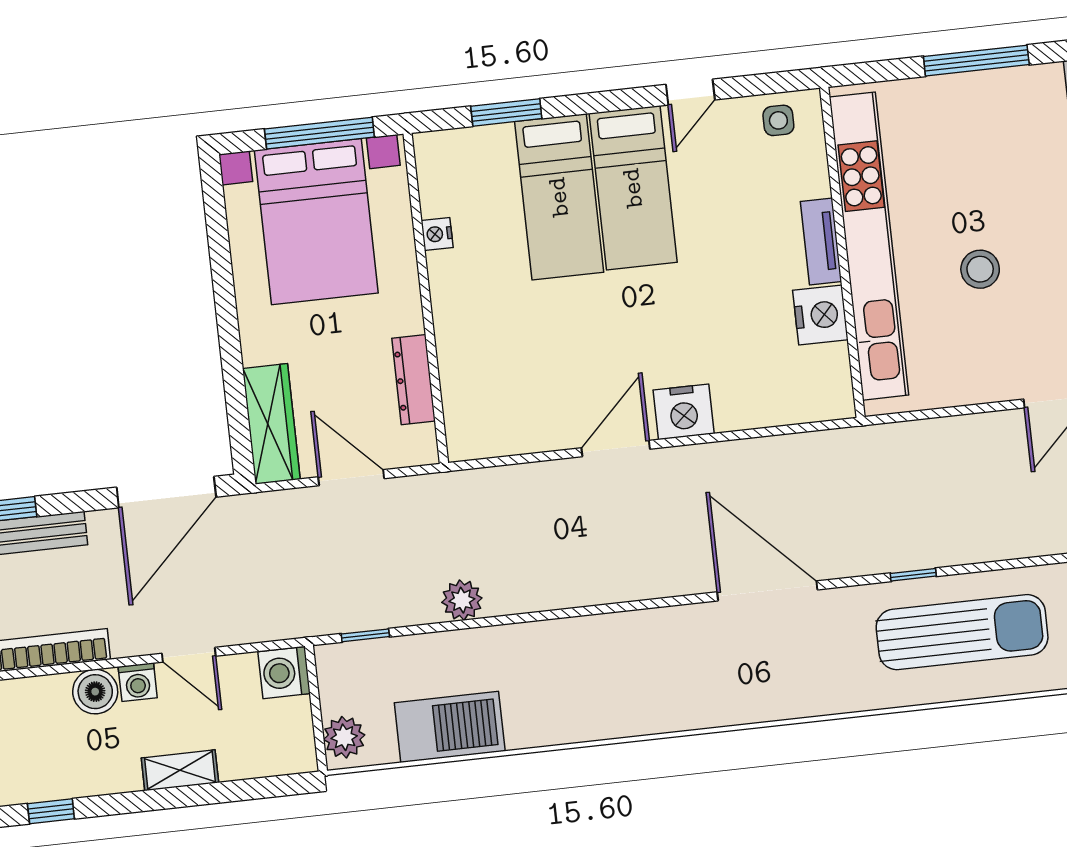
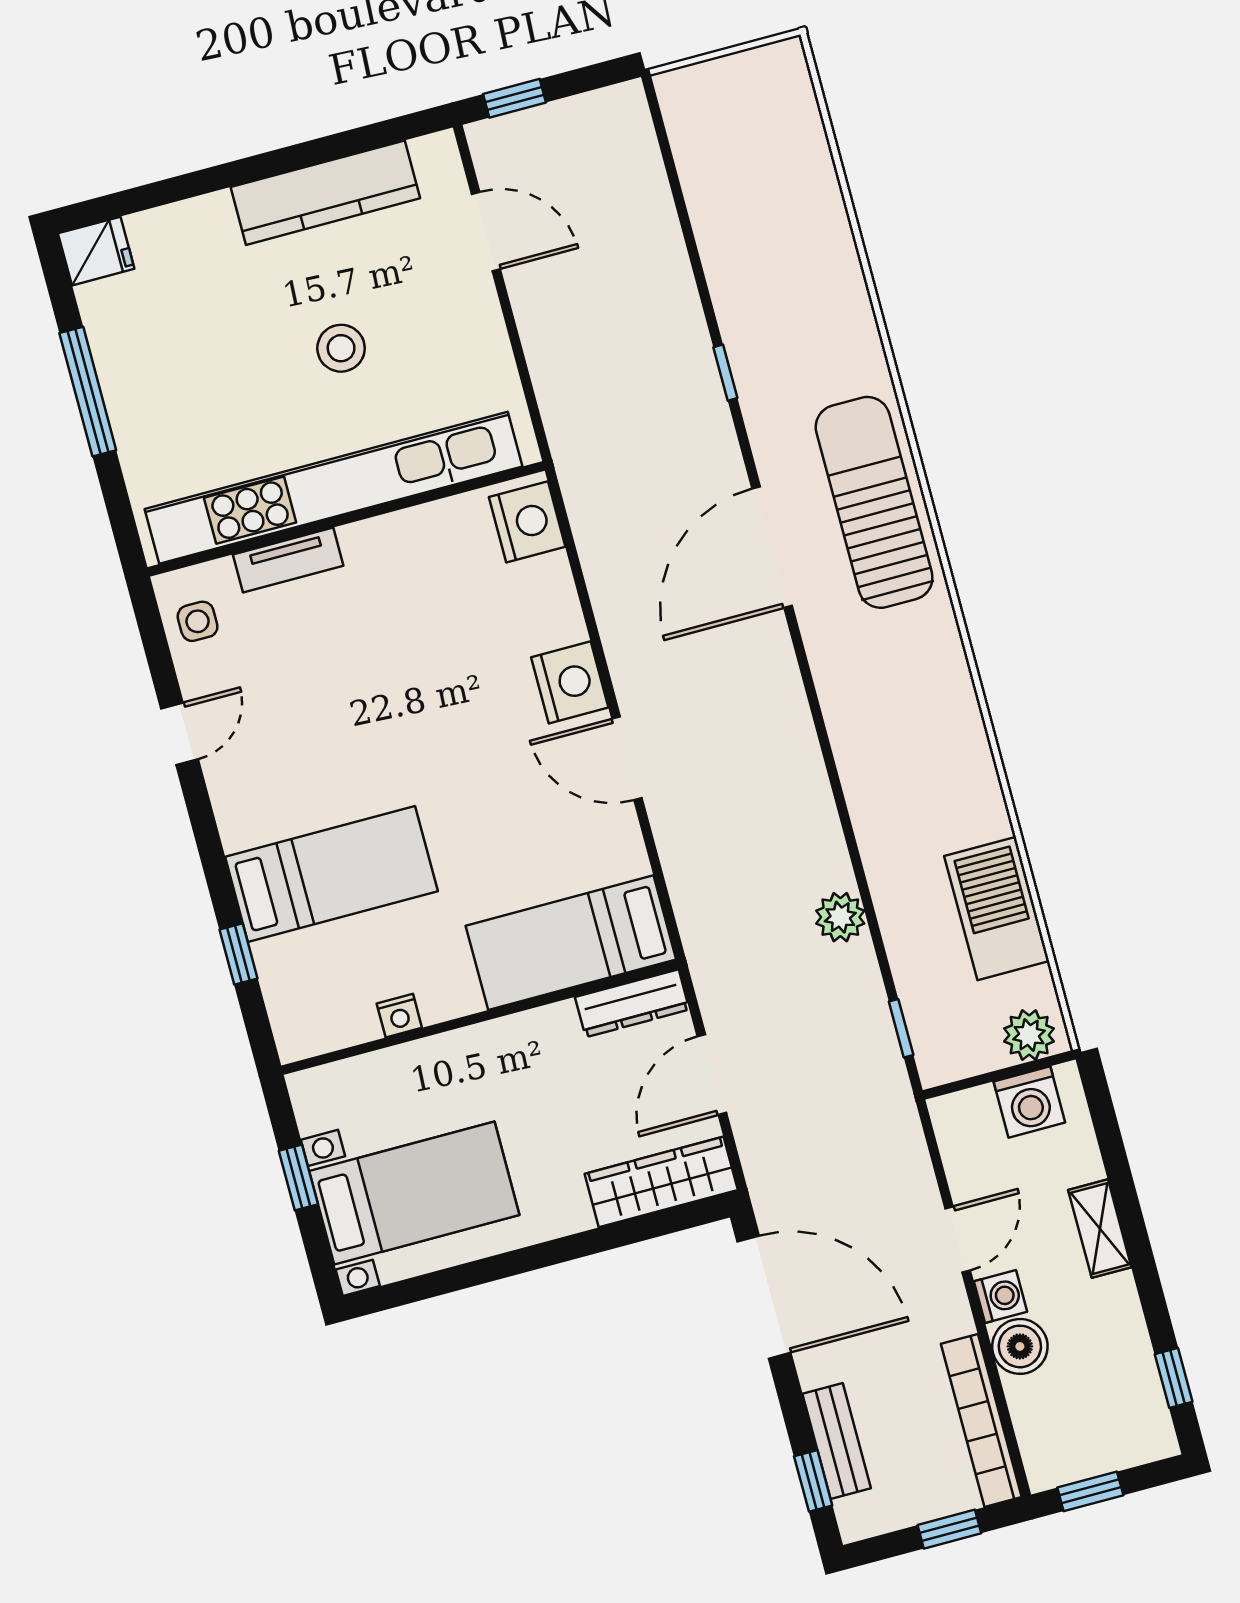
door: (690, 92) -> (180, 734), hinge flipped
window: (506, 112) -> (239, 954), width x0.67
window: (319, 133) -> (298, 1178), width x0.46
bed: (633, 188) -> (571, 943), moved, turned 180
bed with nightstands: (316, 222) -> (414, 1193), width x0.73
tv unit: (821, 241) -> (288, 560), moved
nightstand: (820, 315) -> (527, 522), moved, turned 90
dresser: (414, 380) -> (632, 1003), moved
sun lounger: (962, 632) -> (874, 502), moved
washing machine: (284, 673) -> (1029, 1102), moved

